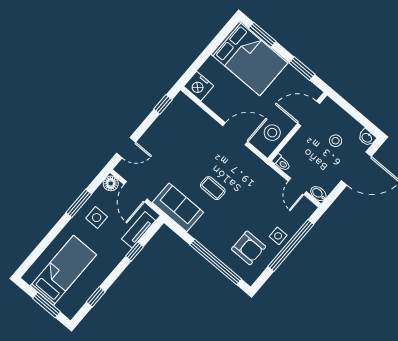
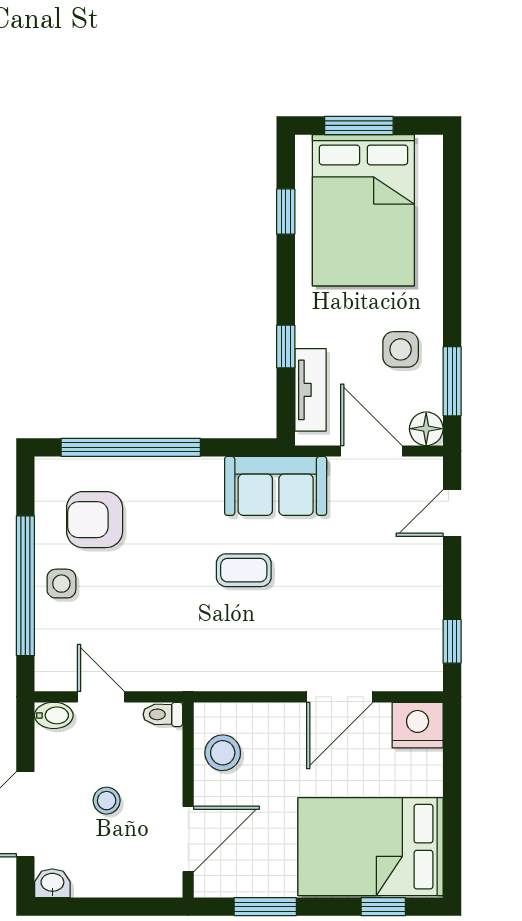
window: (262, 35) -> (383, 907), width x0.67
door: (235, 134) -> (340, 697), moved
stool: (336, 141) -> (107, 801), moved
window: (79, 203) -> (452, 381), moved
bed: (63, 270) -> (363, 210), width x1.50

